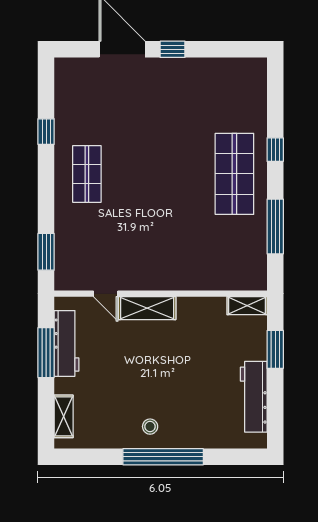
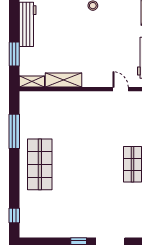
window: (275, 150) -> (14, 215), moved
shelving: (147, 308) -> (64, 80), moved

